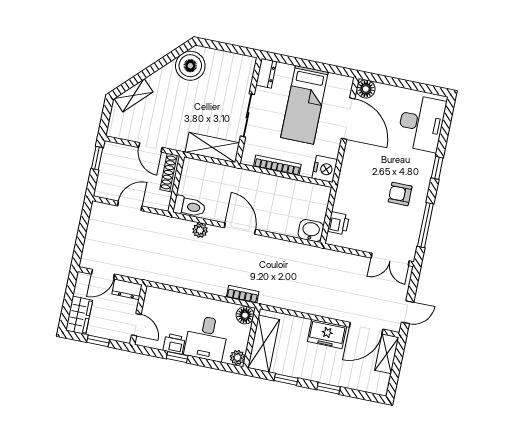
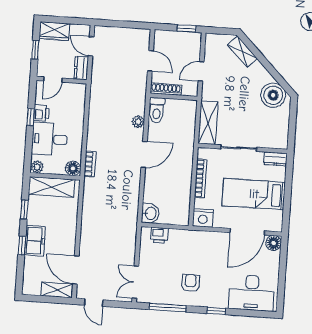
shoe rack: (170, 173) -> (166, 89), moved
freezer: (327, 334) -> (35, 241), moved, turned 180

